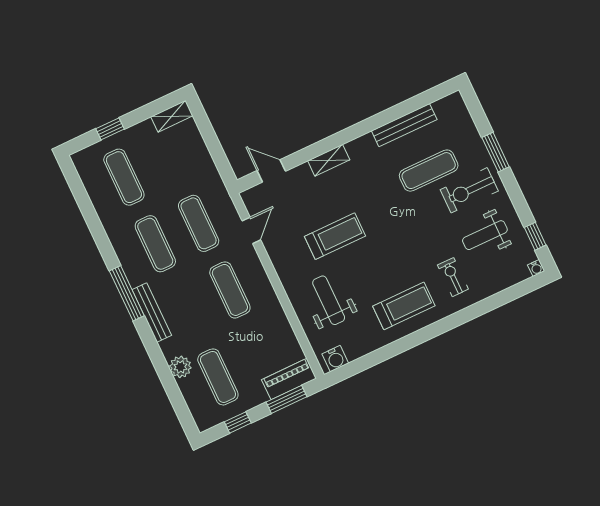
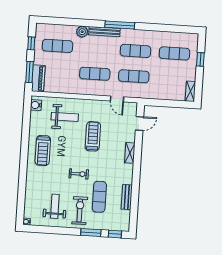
bench: (404, 125) -> (127, 197), width x0.73
treadmill: (335, 236) -> (93, 136), turned 180
window: (535, 236) -> (115, 234), moved
exercise bike: (453, 277) -> (79, 174), moved
plant: (180, 367) -> (82, 32), moved

